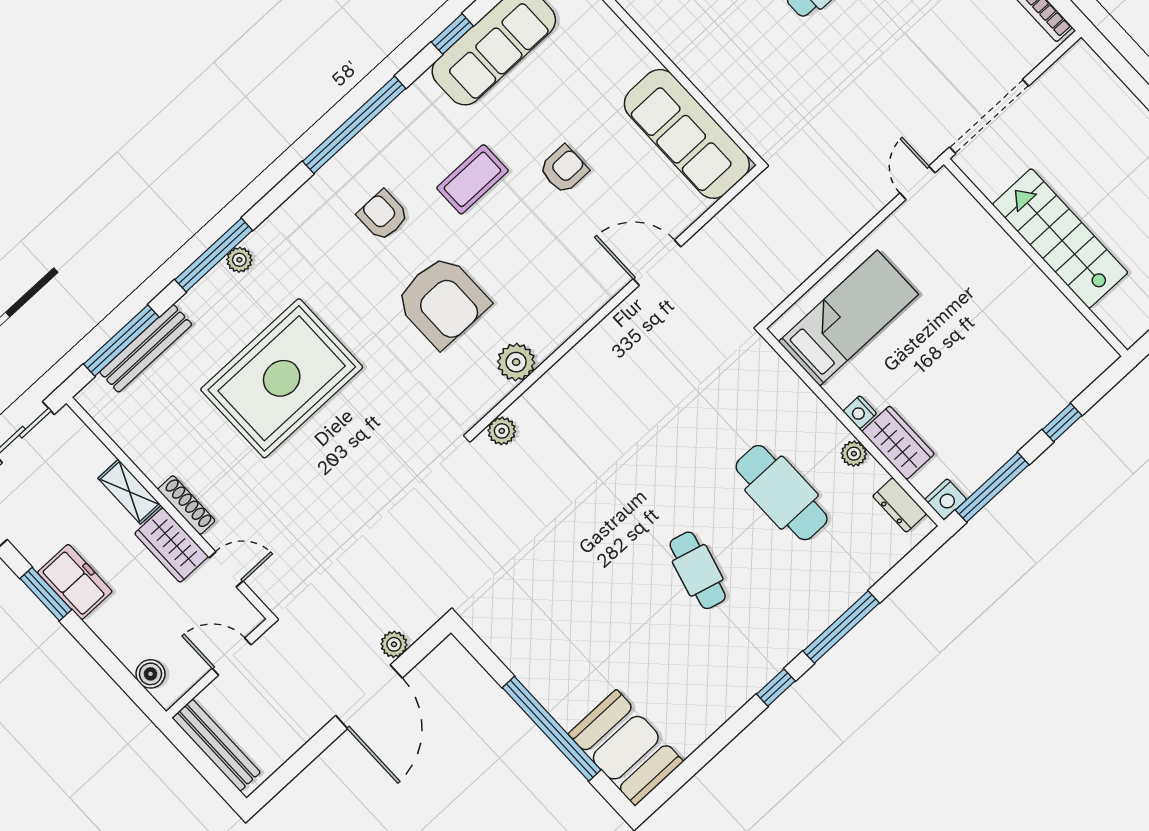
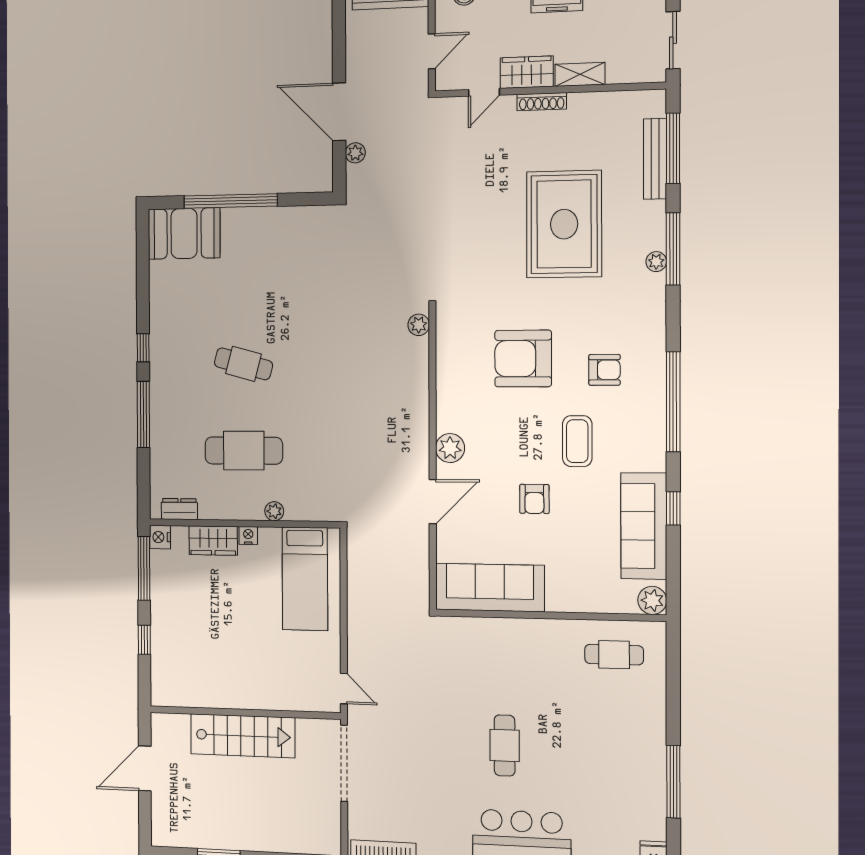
plant: (516, 362) -> (450, 448), moved
plant: (854, 454) -> (274, 511), moved

